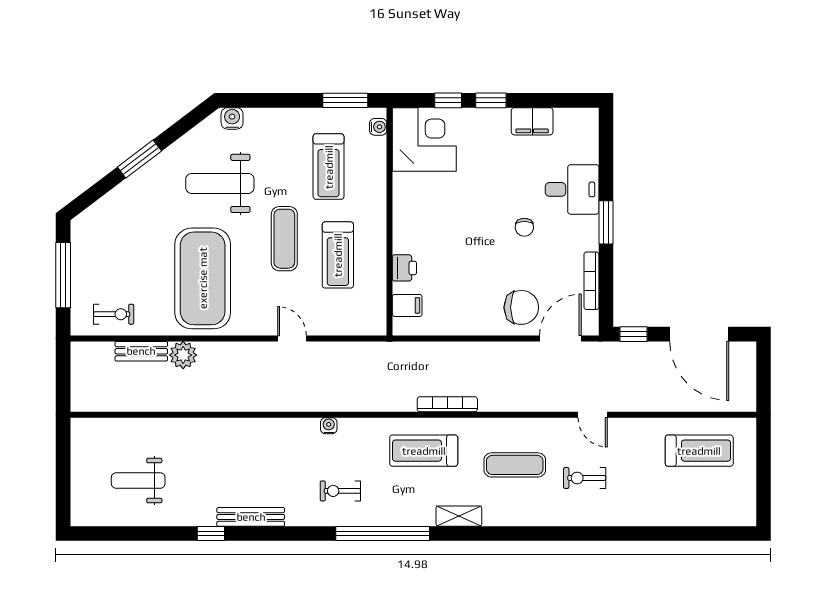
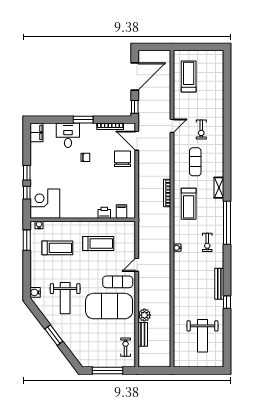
filing cabinet: (532, 121) -> (36, 132), moved
exercise mat: (284, 239) -> (118, 282), moved
weight bench: (138, 481) -> (202, 336), width x1.36, depth x1.33

